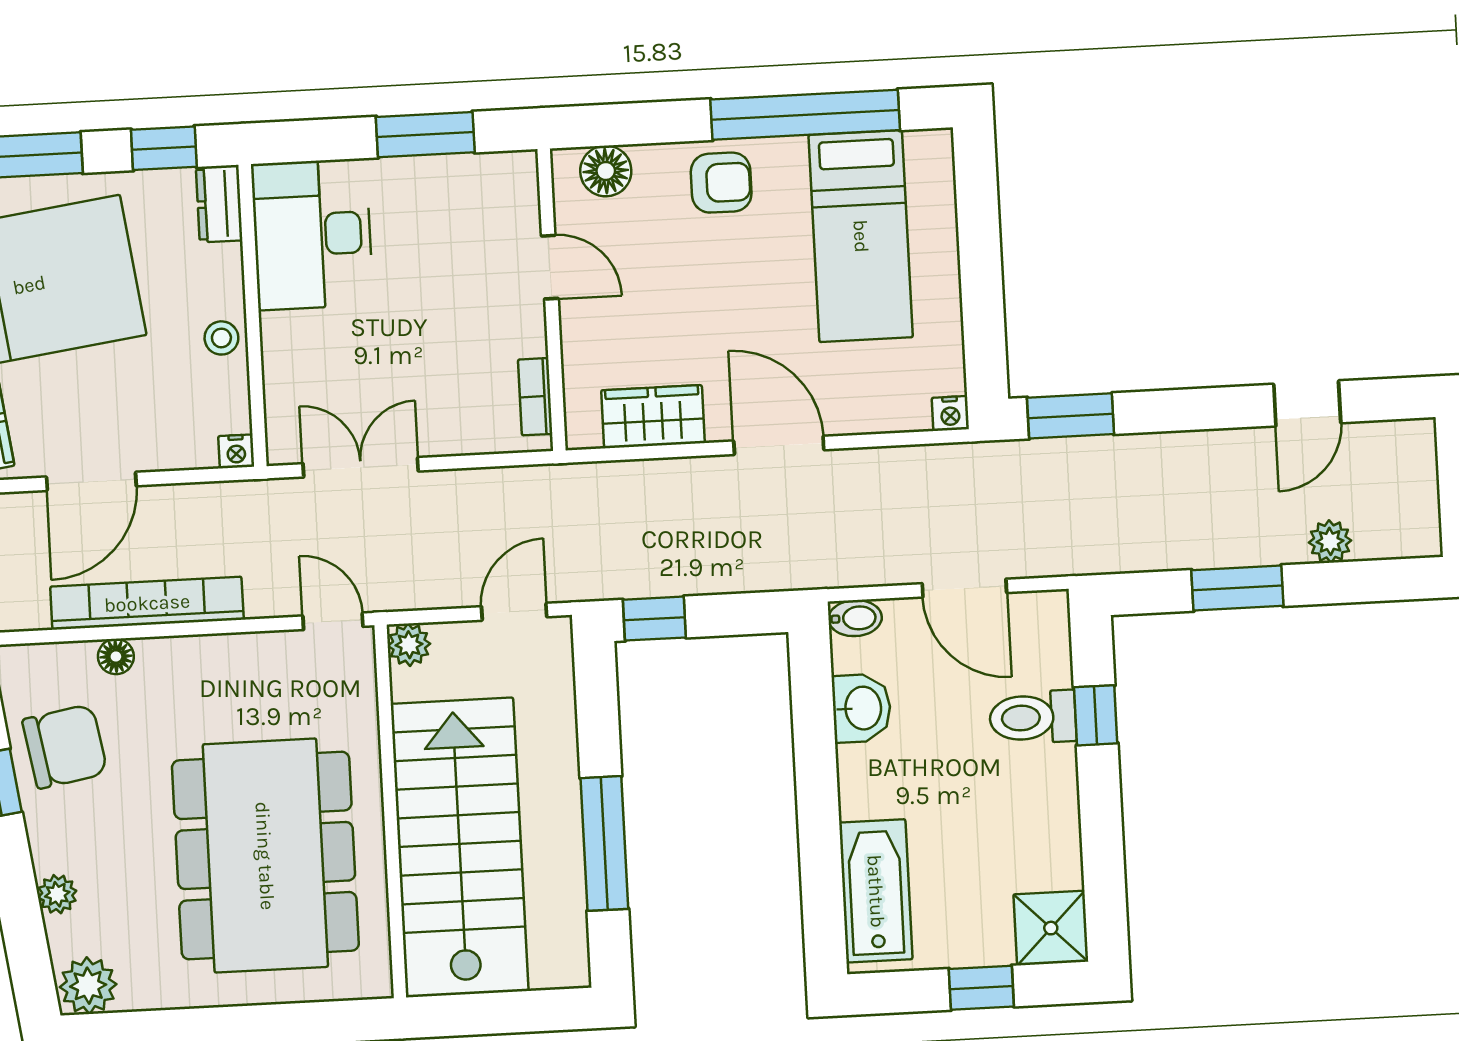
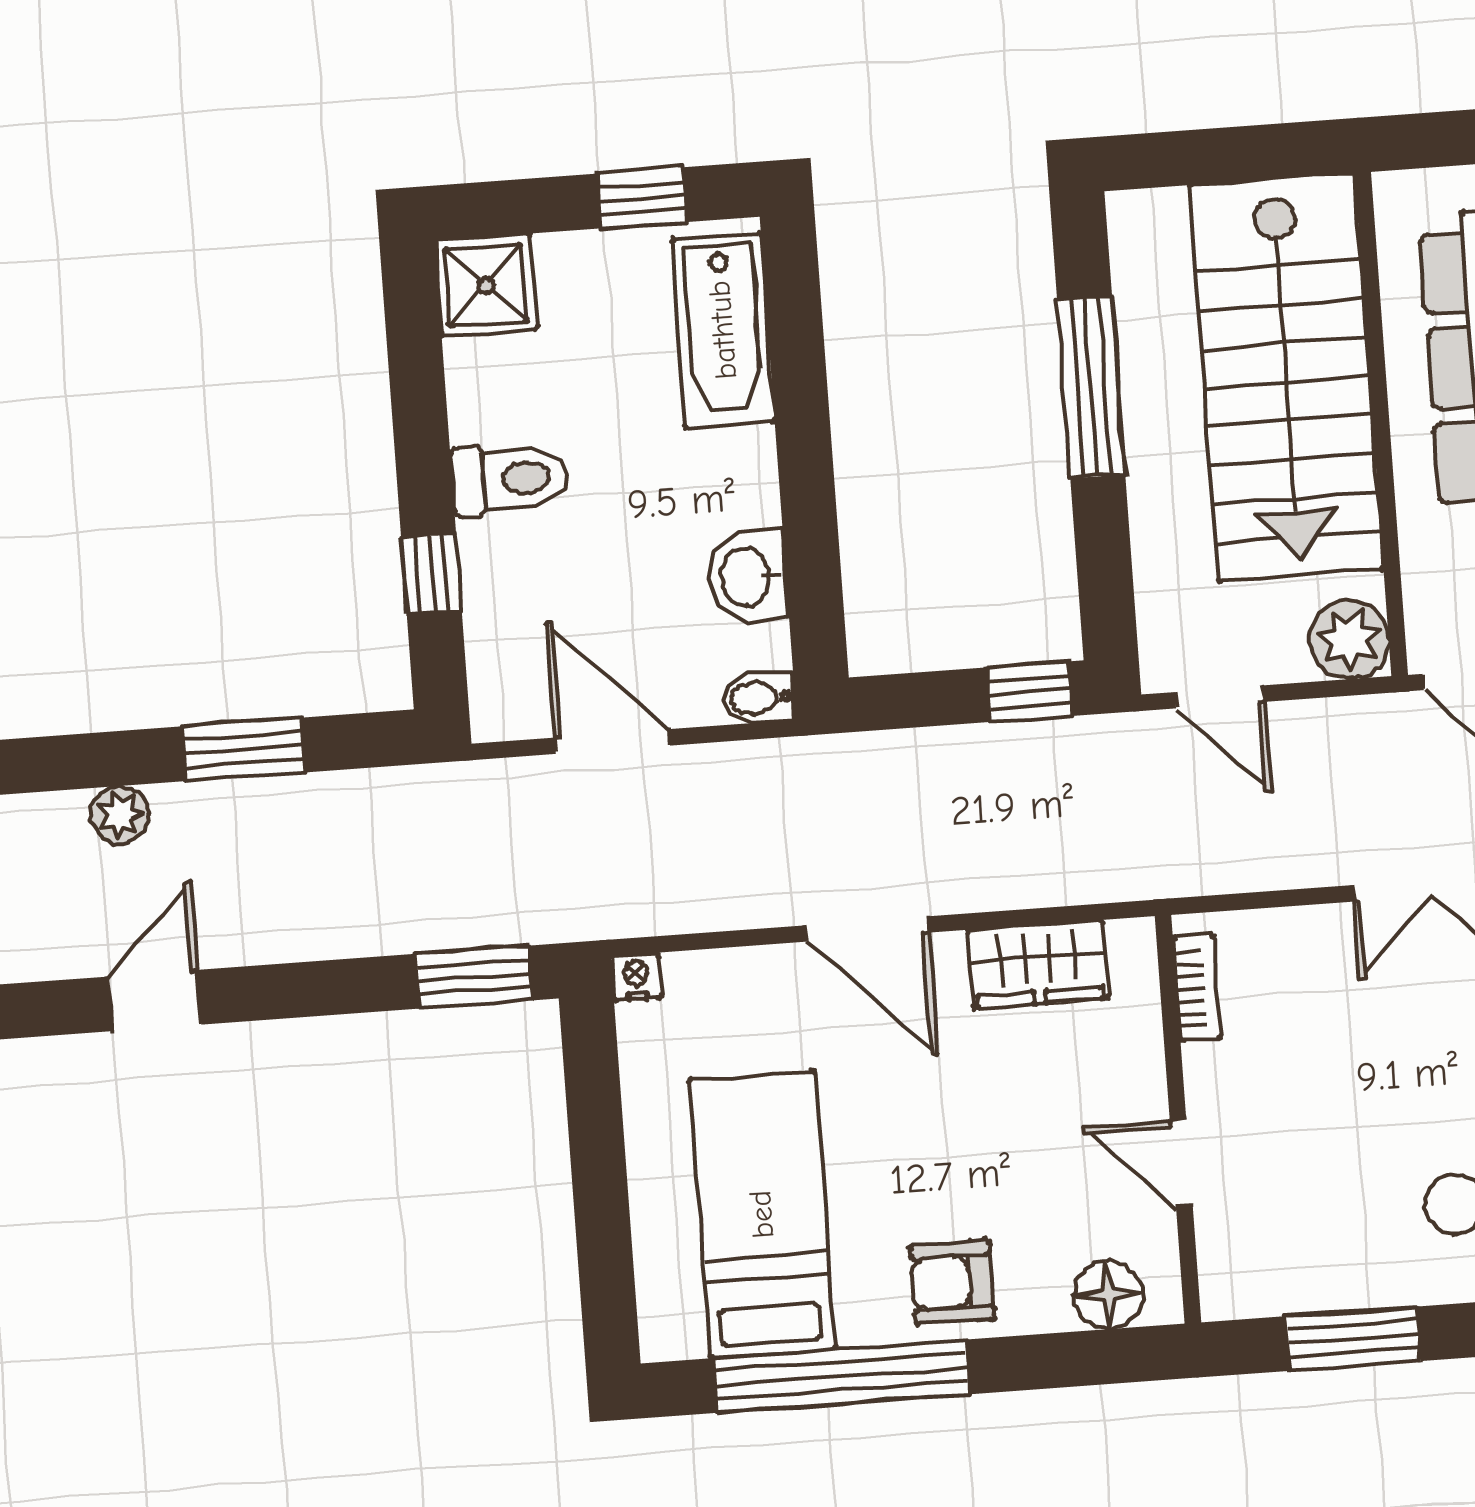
door: (514, 612) -> (1220, 697), hinge flipped
plant: (409, 645) -> (1349, 639), width x1.38, depth x1.38
toilet: (1033, 717) -> (510, 479), moved
window: (981, 988) -> (641, 198), moved

